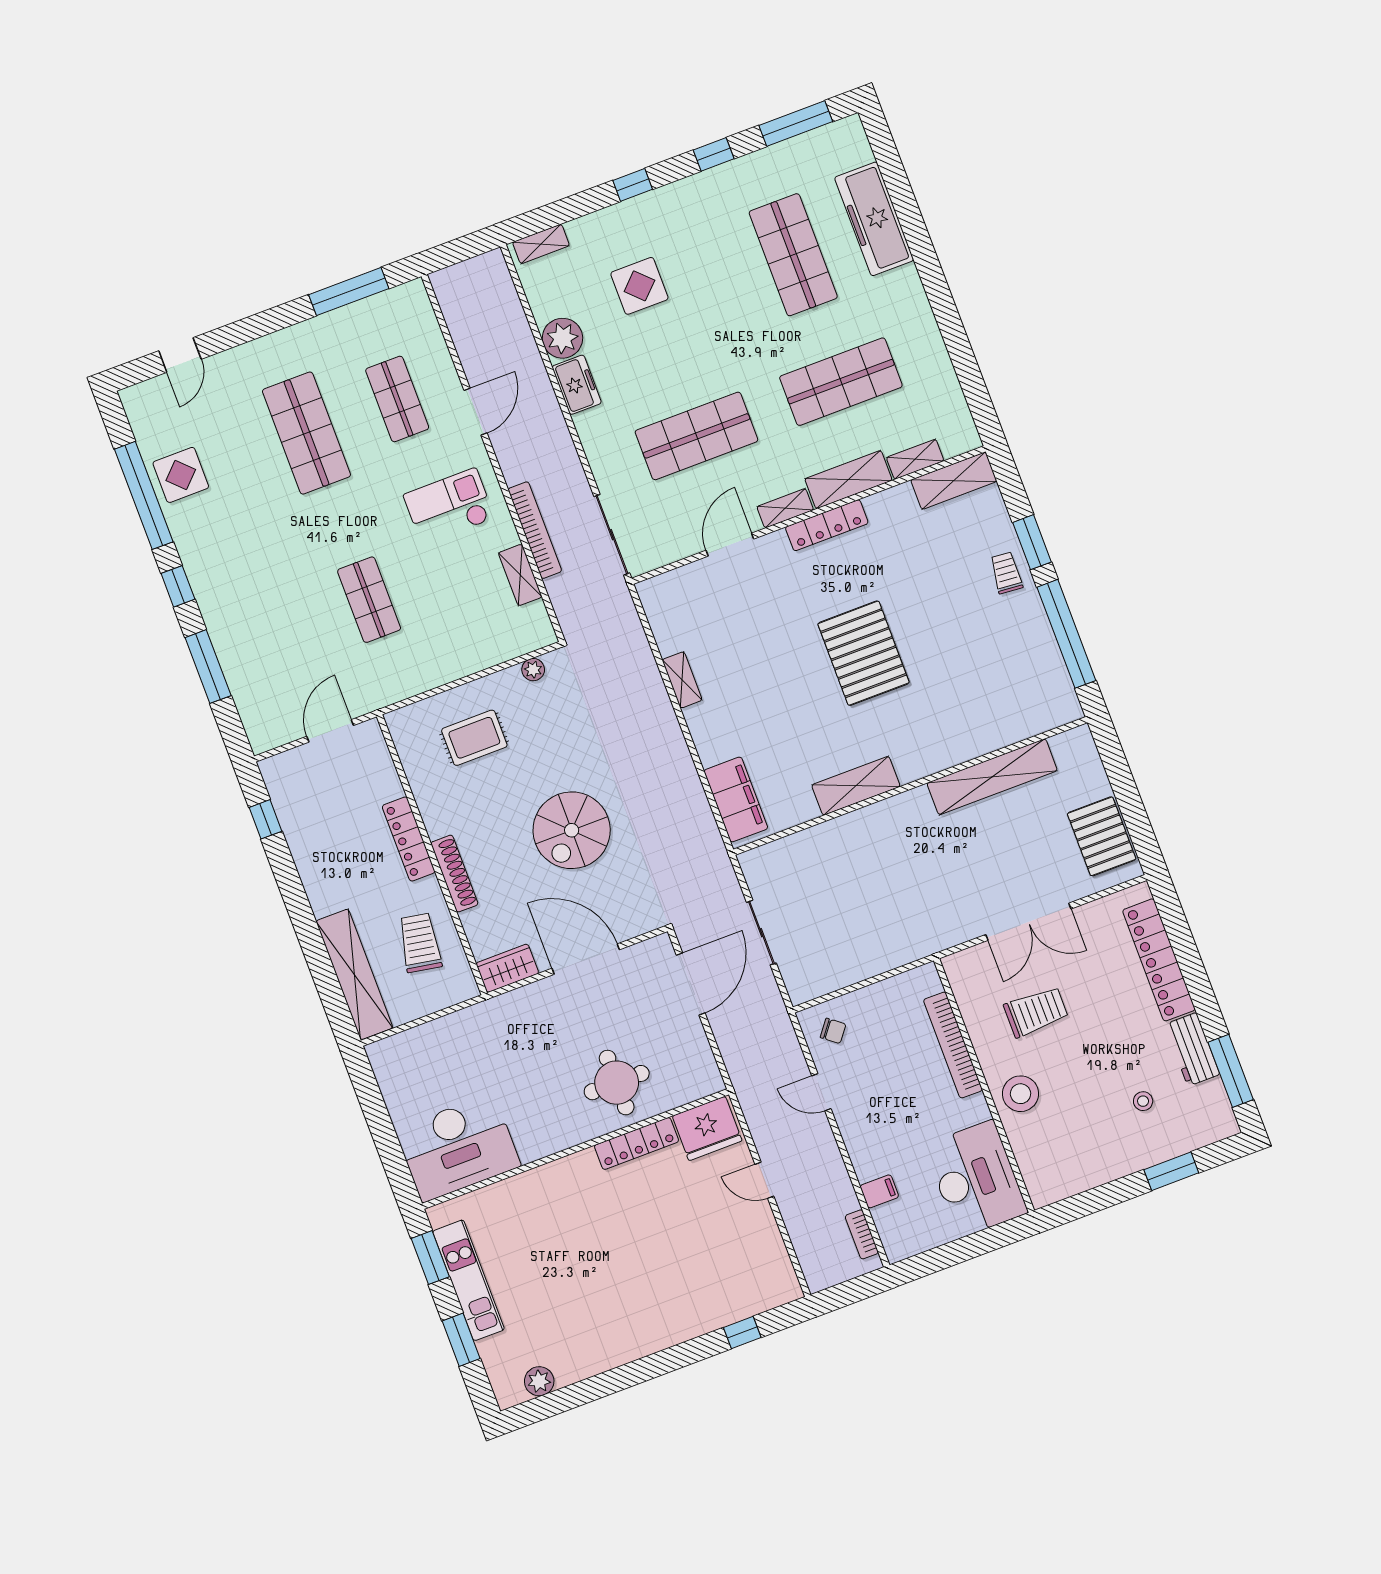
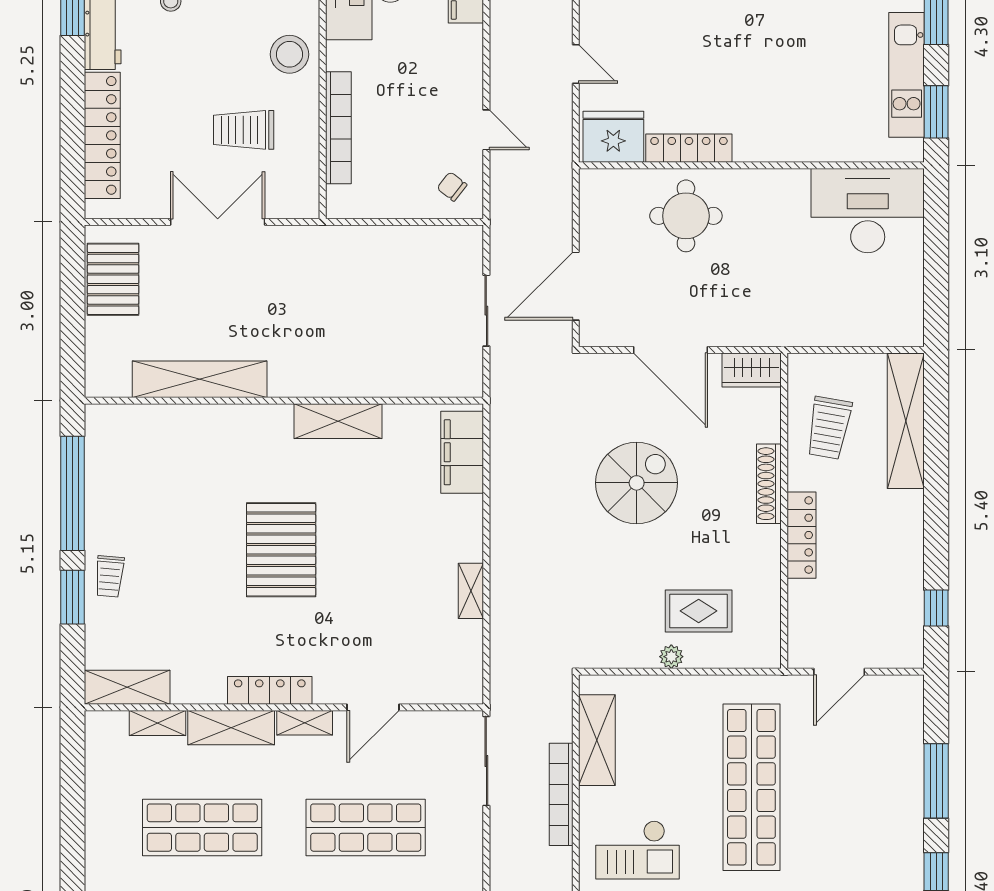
shelving: (520, 575) -> (597, 740), width x1.50, depth x1.33
shop shelf: (369, 600) -> (751, 787), width x2.00, depth x1.36
plant: (533, 670) -> (671, 657), moved

